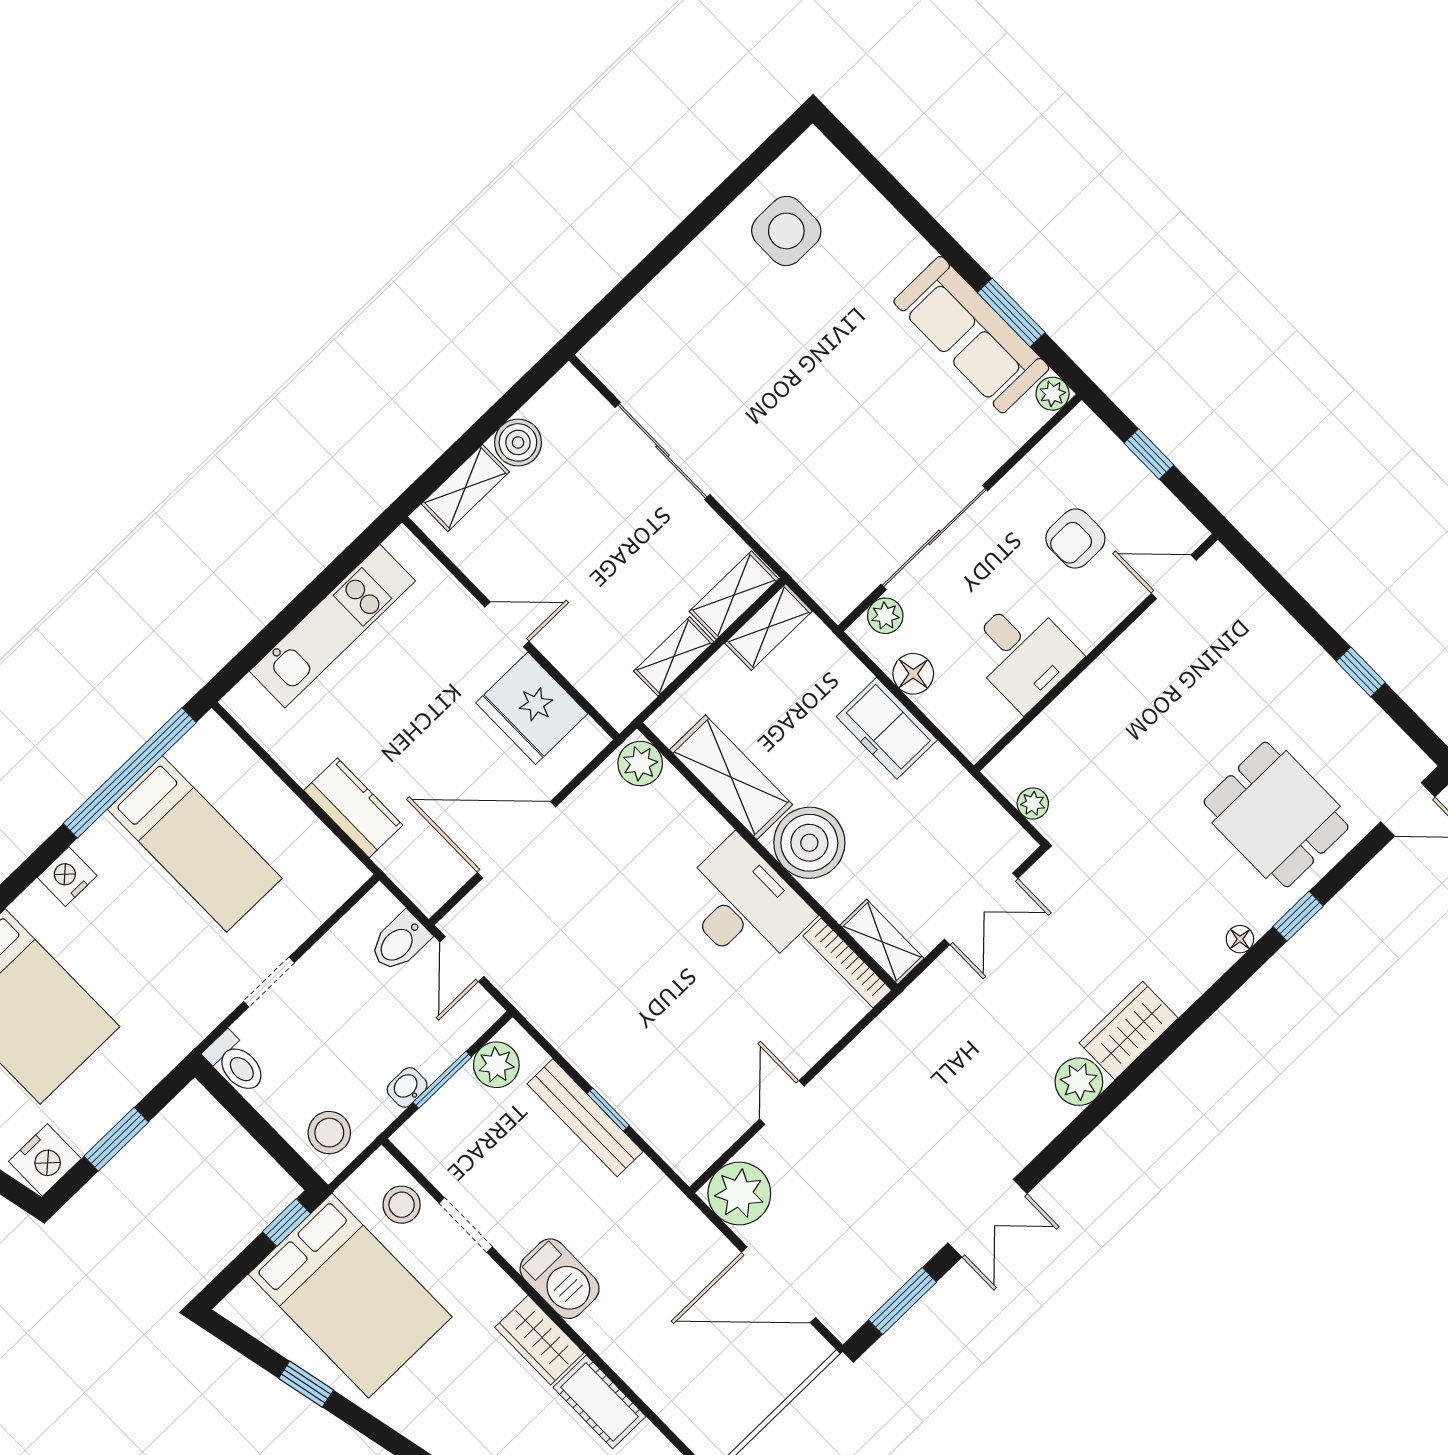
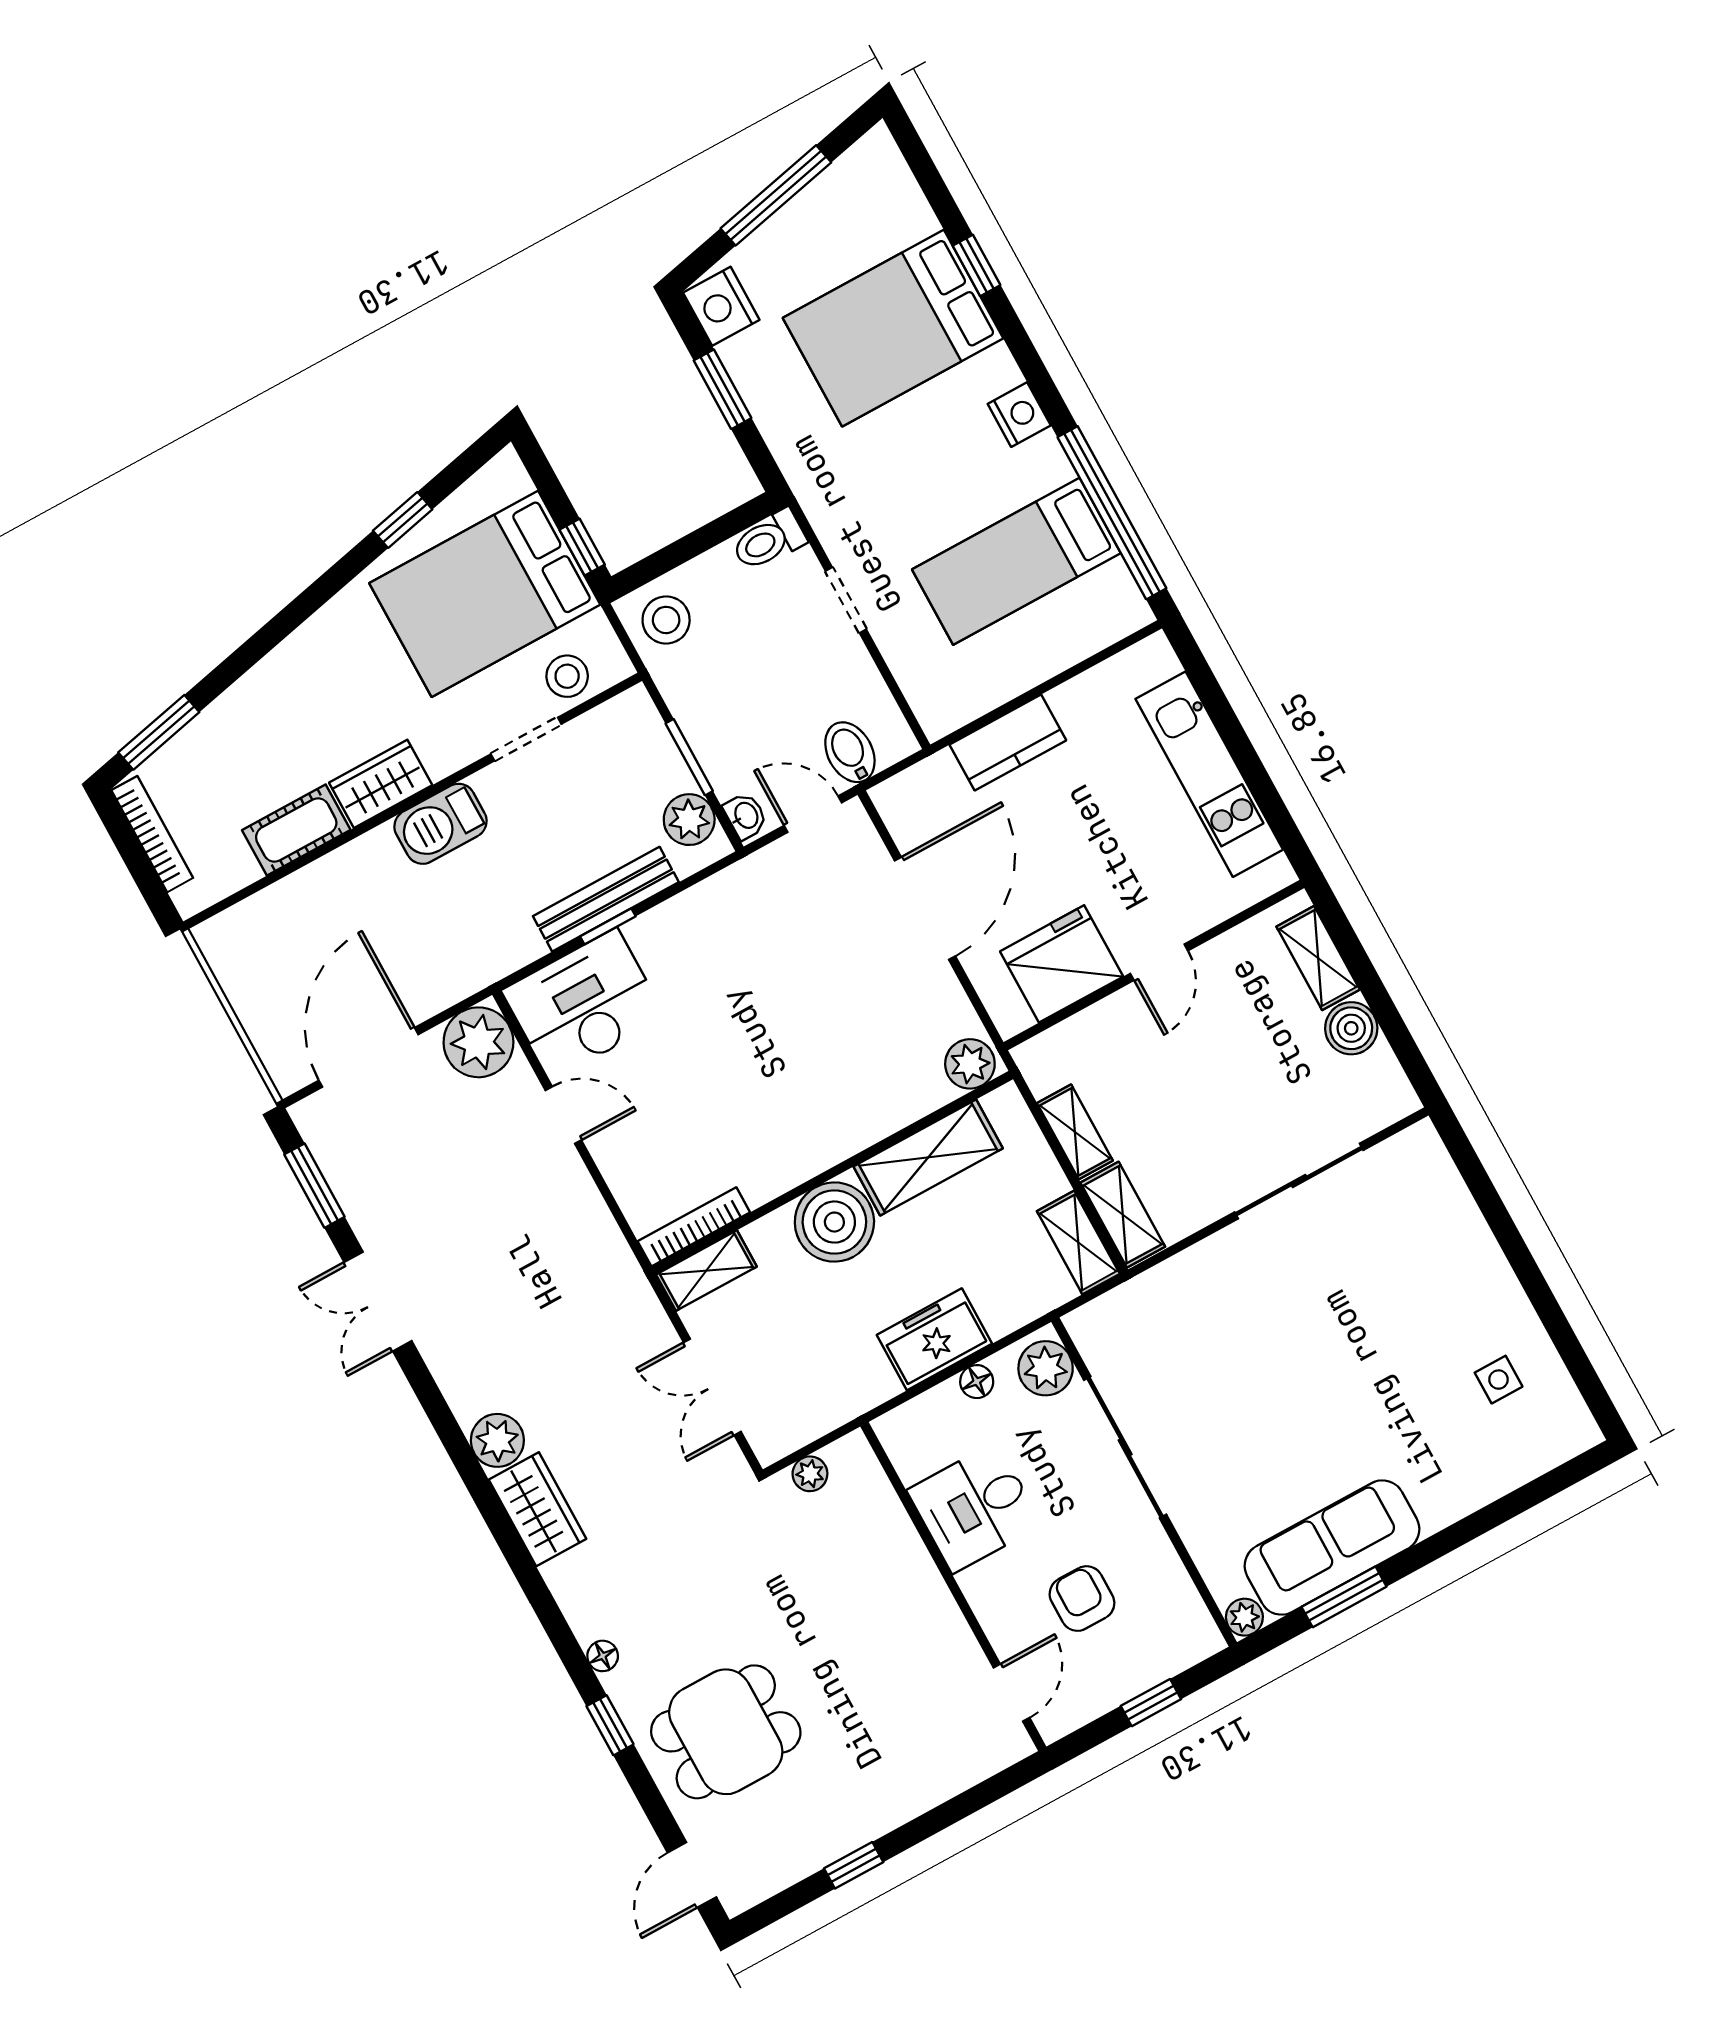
side table: (786, 231) -> (1499, 1380), width x0.54, depth x0.54
plant: (885, 616) -> (1046, 1368), width x1.38, depth x1.38
floor lamp: (913, 674) -> (977, 1382), width x0.73, depth x0.73
desk: (744, 905) -> (584, 1004), moved, turned 180
washbasin: (407, 1087) -> (746, 816), moved

